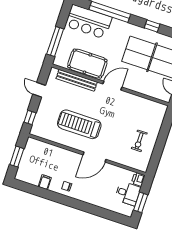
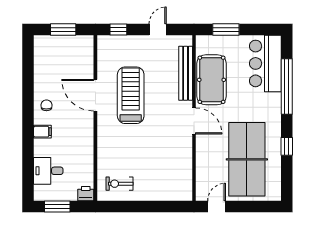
window: (55, 42) -> (226, 29), width x0.69
exercise bike: (139, 141) -> (119, 184), moved
door: (94, 157) -> (95, 95), moved
filing cabinet: (45, 182) -> (42, 132), moved
desk: (128, 193) -> (48, 171), moved, turned 90

